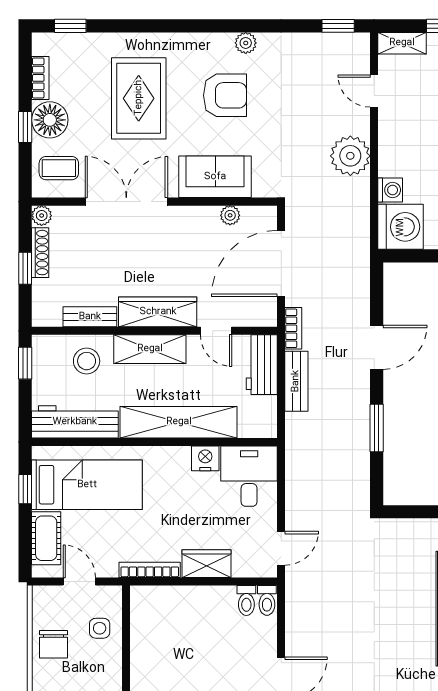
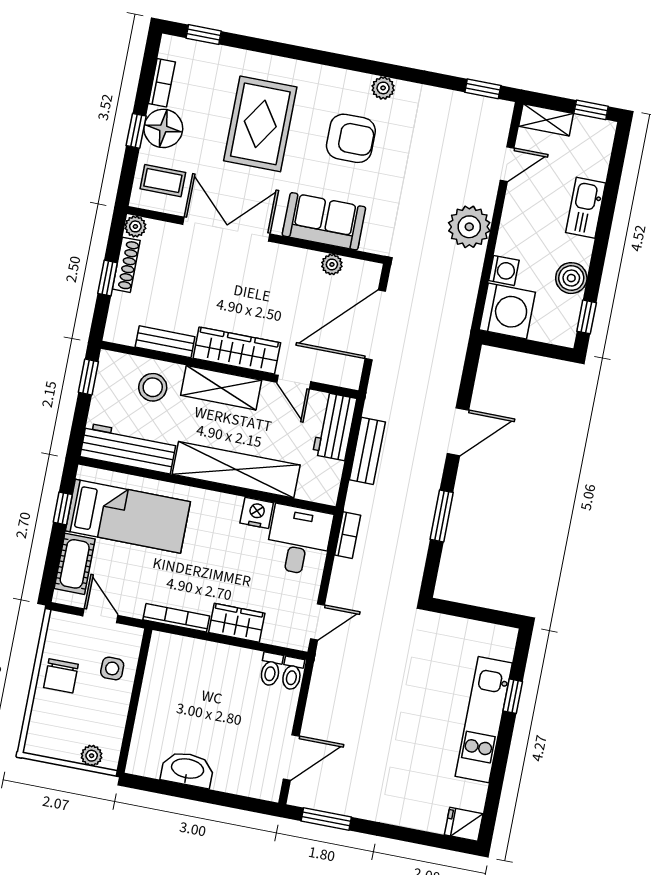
door: (374, 91) -> (507, 164), swing flipped
bookcase: (293, 328) -> (348, 535), moved

